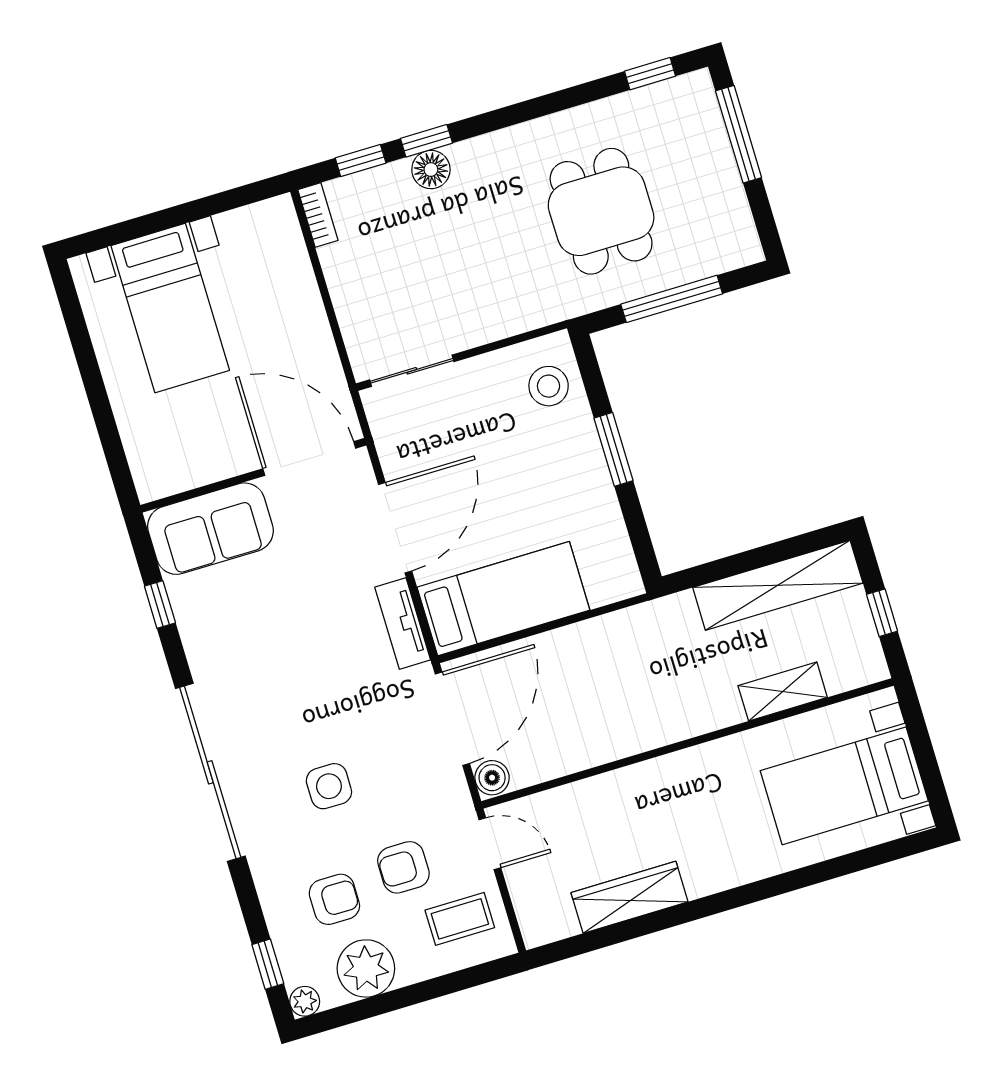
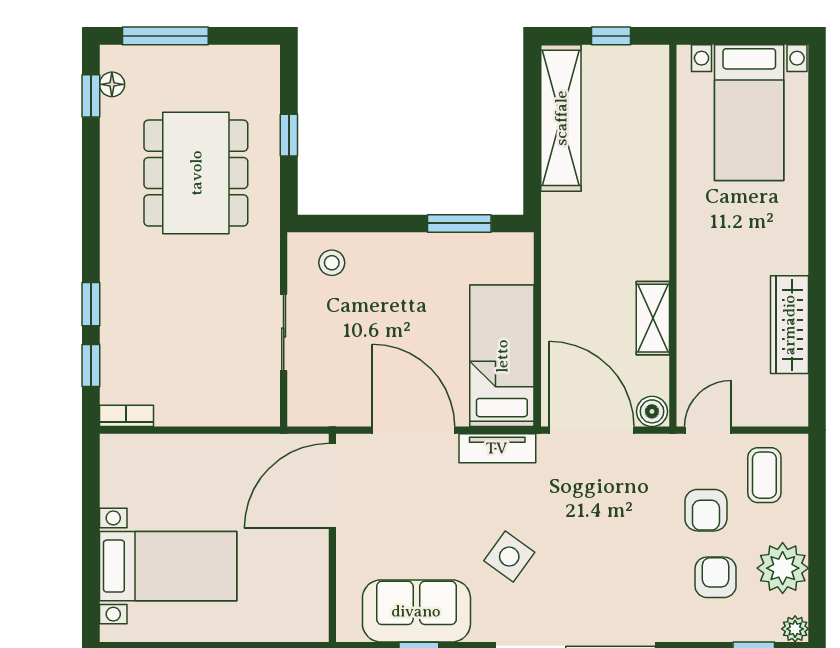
floor lamp: (431, 170) -> (112, 84), moved, width x0.73, depth x0.73
dining table: (601, 211) -> (196, 173), width x1.37
window: (672, 299) -> (289, 135), width x0.46
sliding door: (412, 371) -> (284, 332), moved
stool: (549, 386) -> (332, 263), width x0.73, depth x0.73
window: (613, 449) -> (459, 223), moved
sofa: (210, 529) -> (416, 611), moved, turned -90
shelving: (783, 691) -> (653, 318), moved
side table: (329, 786) -> (509, 557), moved, turned 36

